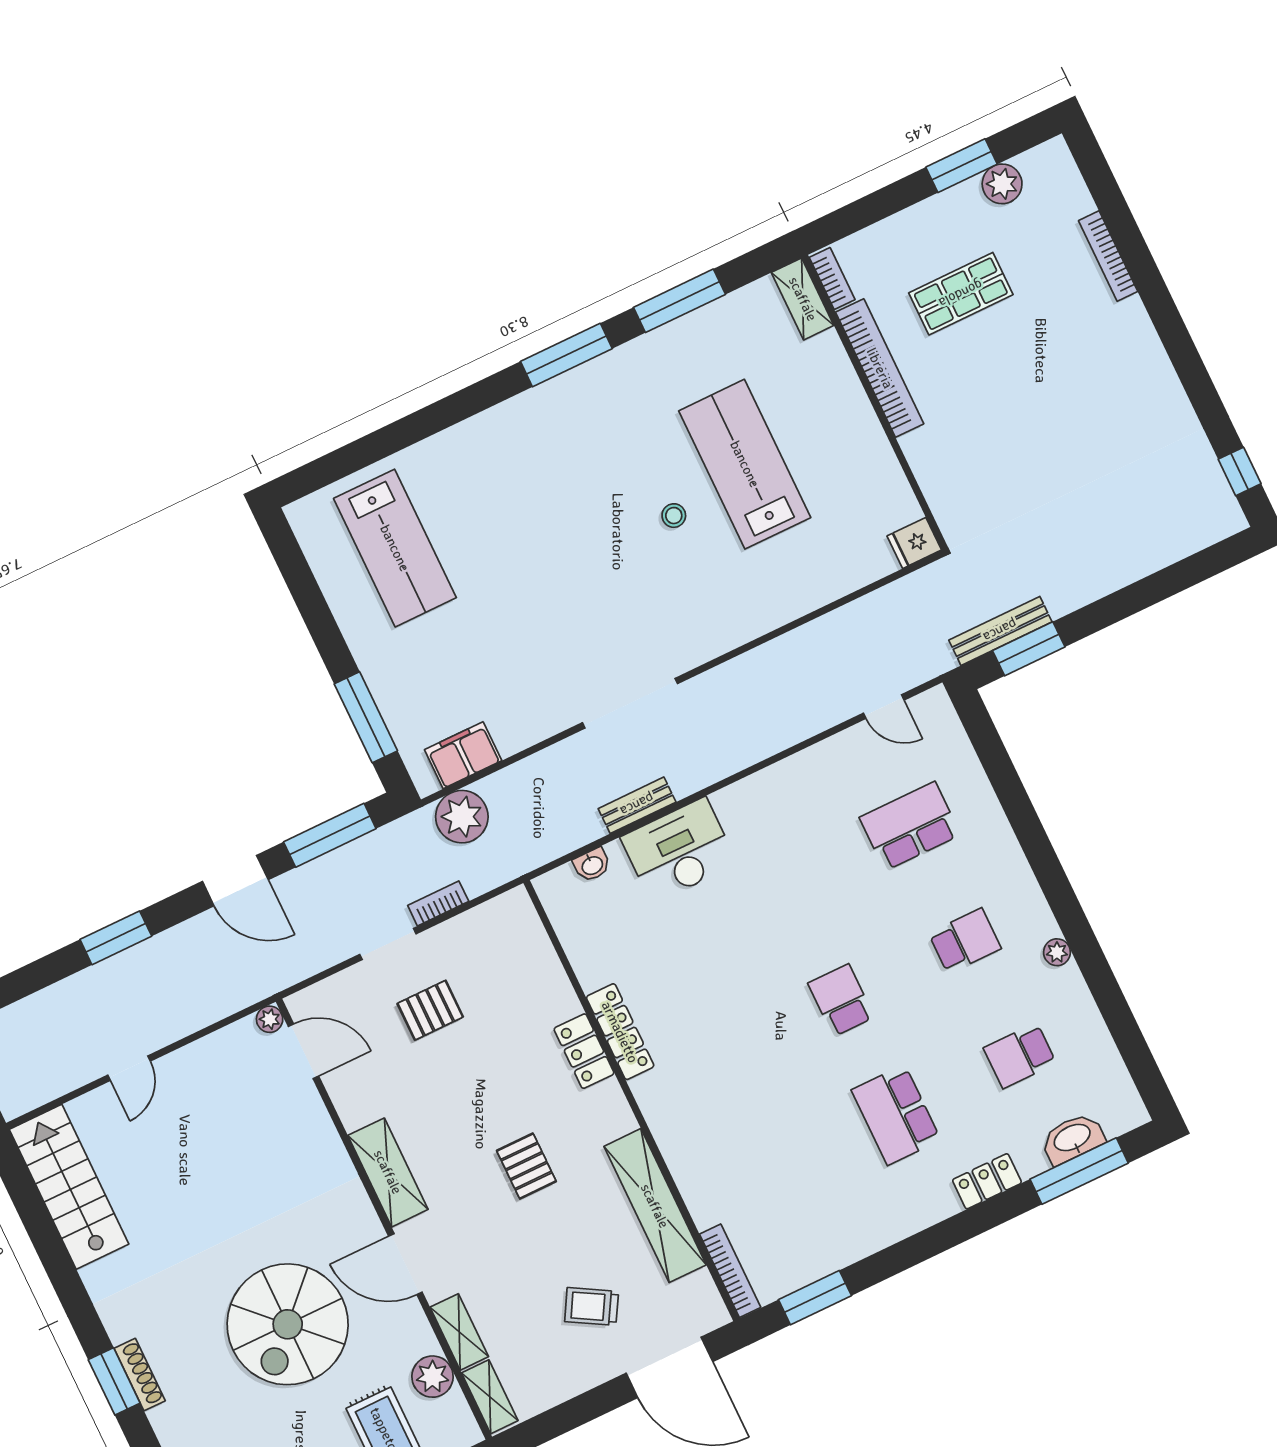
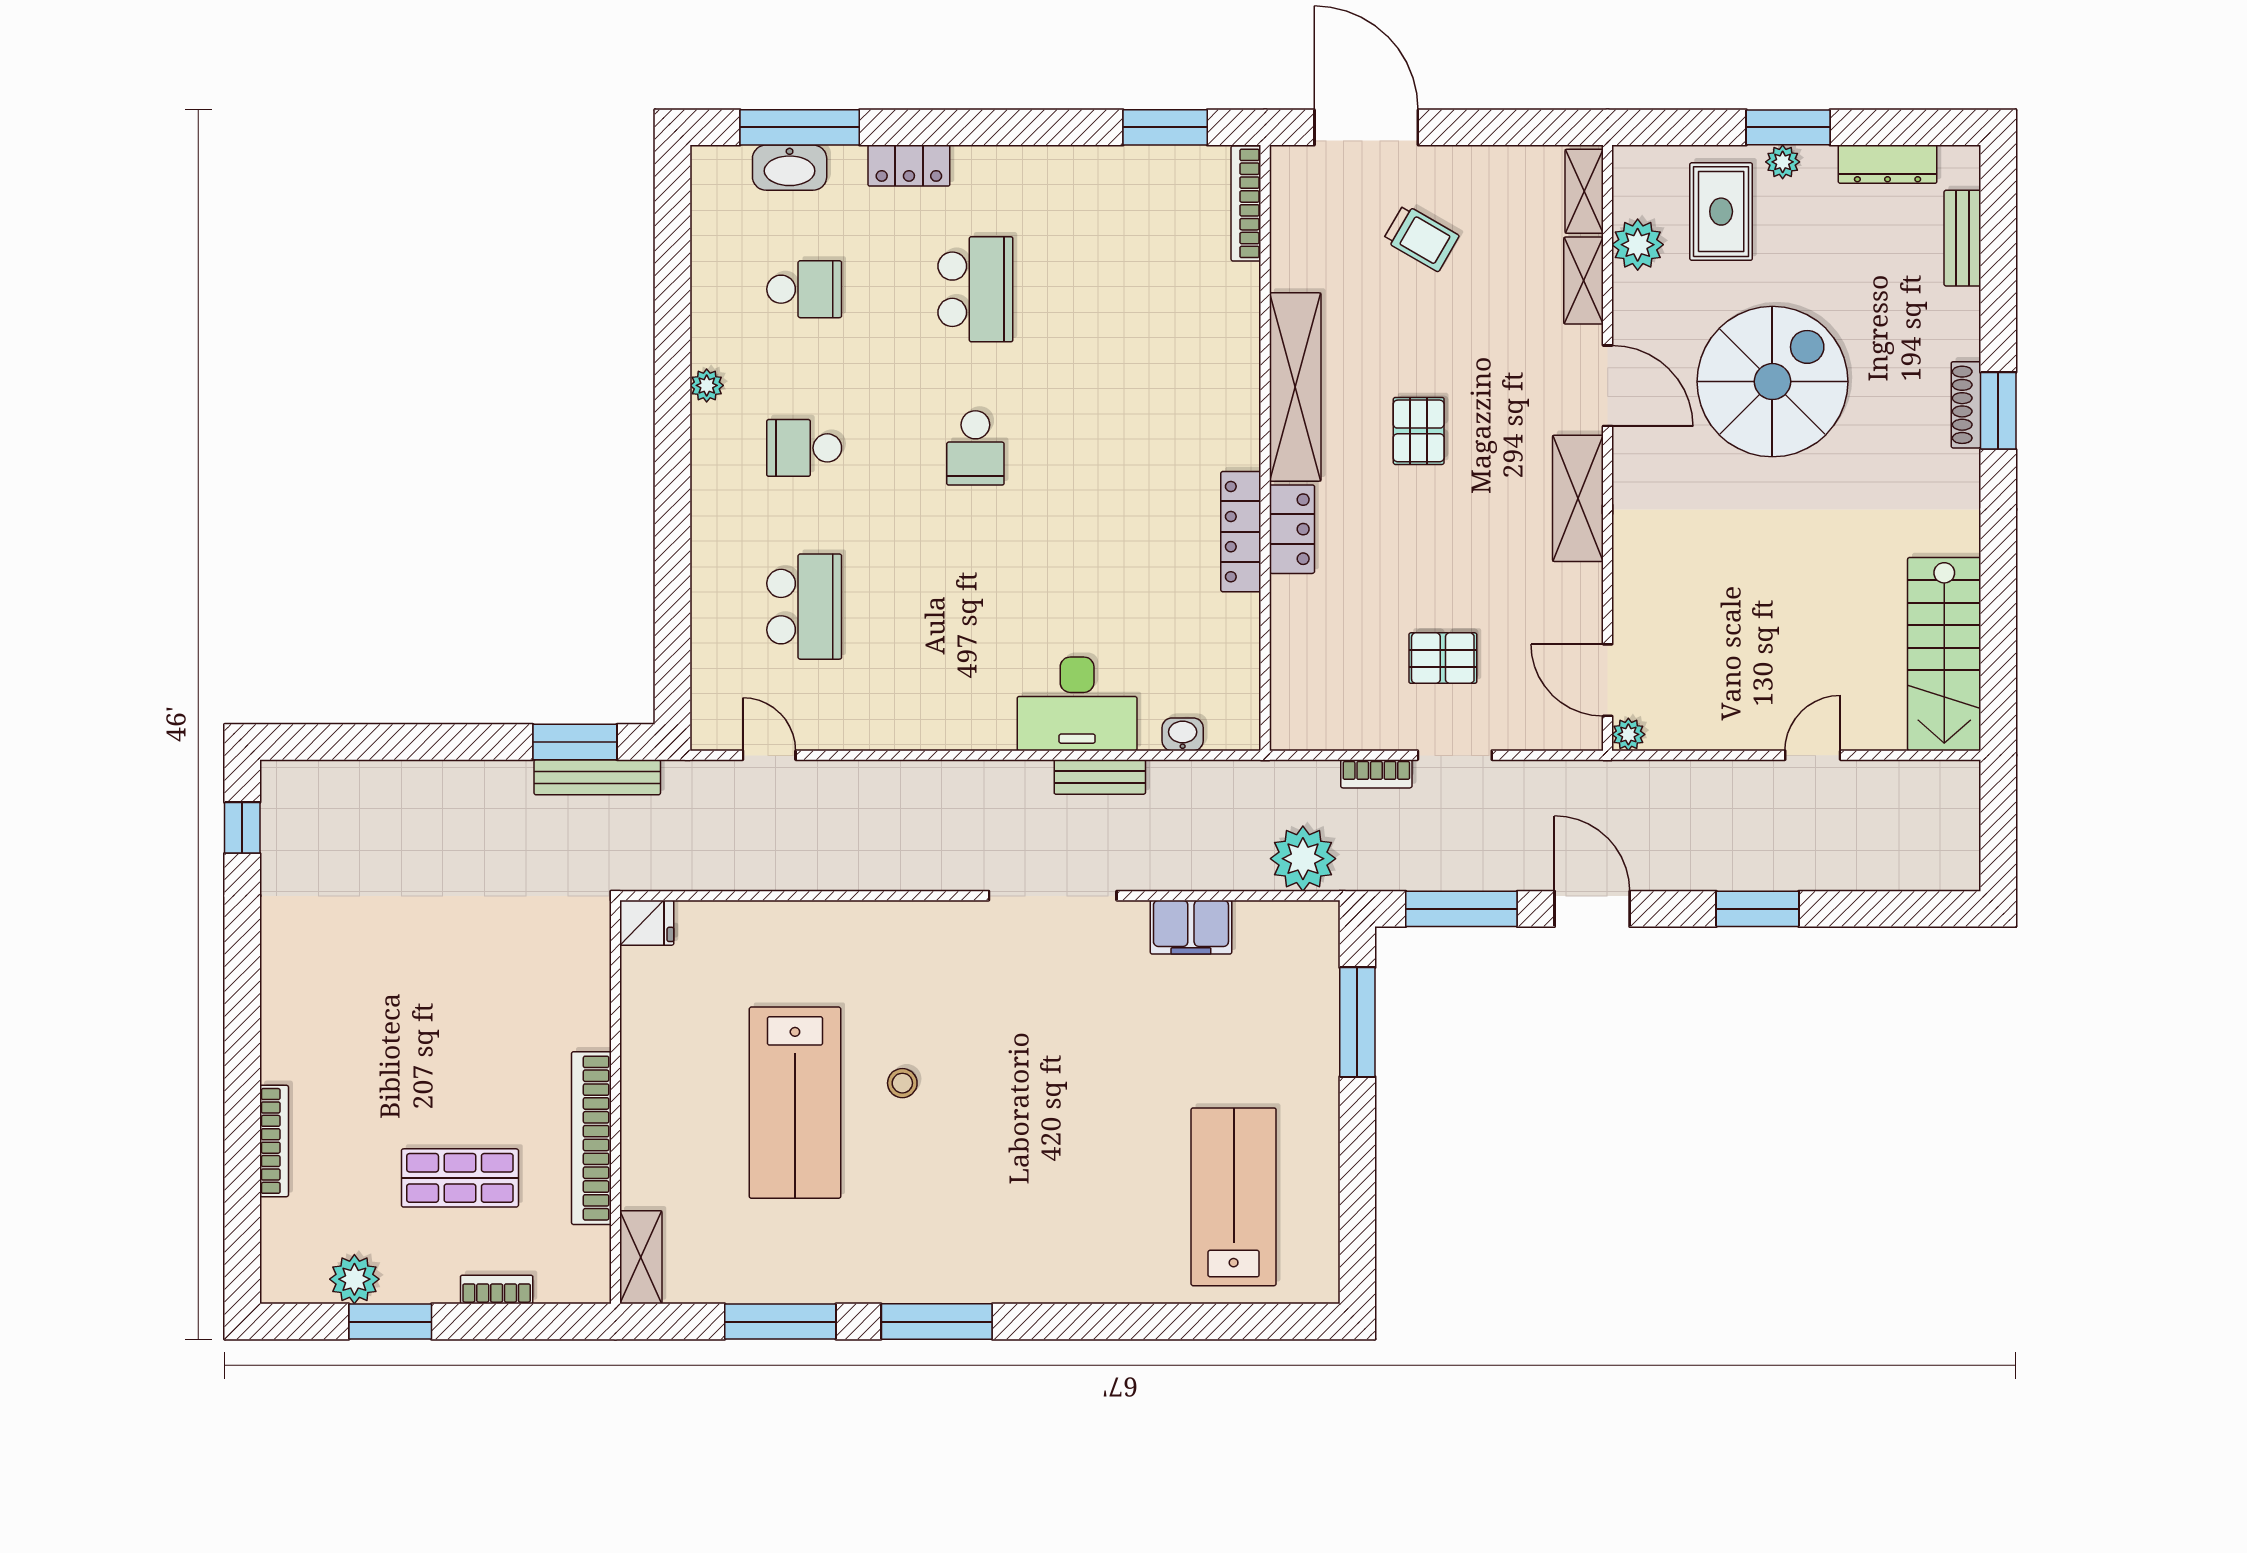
bookcase: (832, 279) -> (497, 1290), moved, turned 90
filing cabinet: (463, 755) -> (1191, 927), moved
school desk: (910, 826) -> (804, 607), turned -90
shelving: (655, 1206) -> (1295, 387), moved

